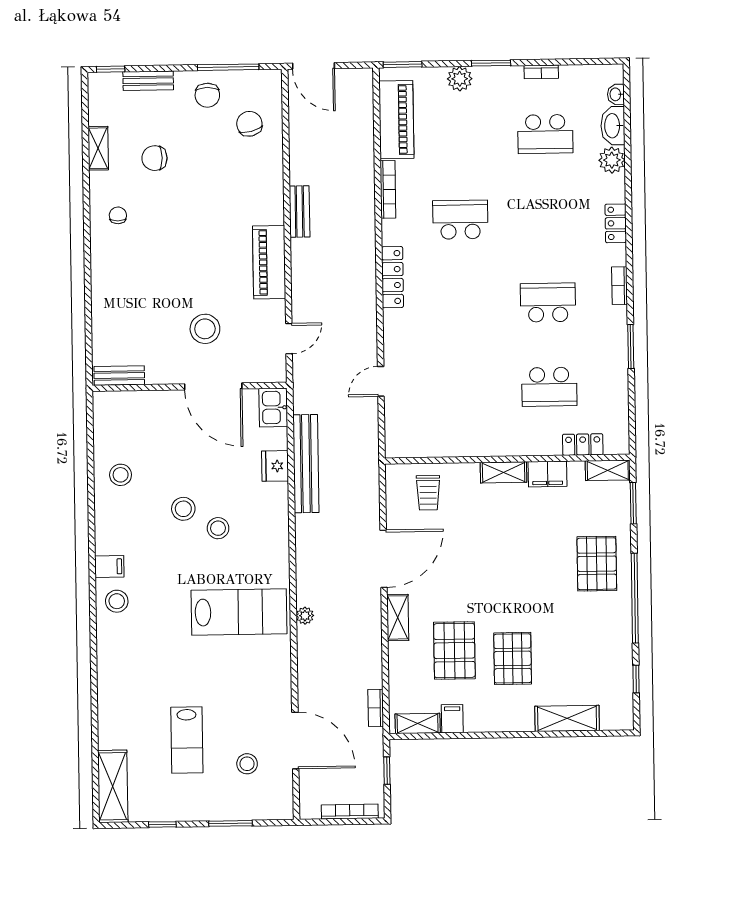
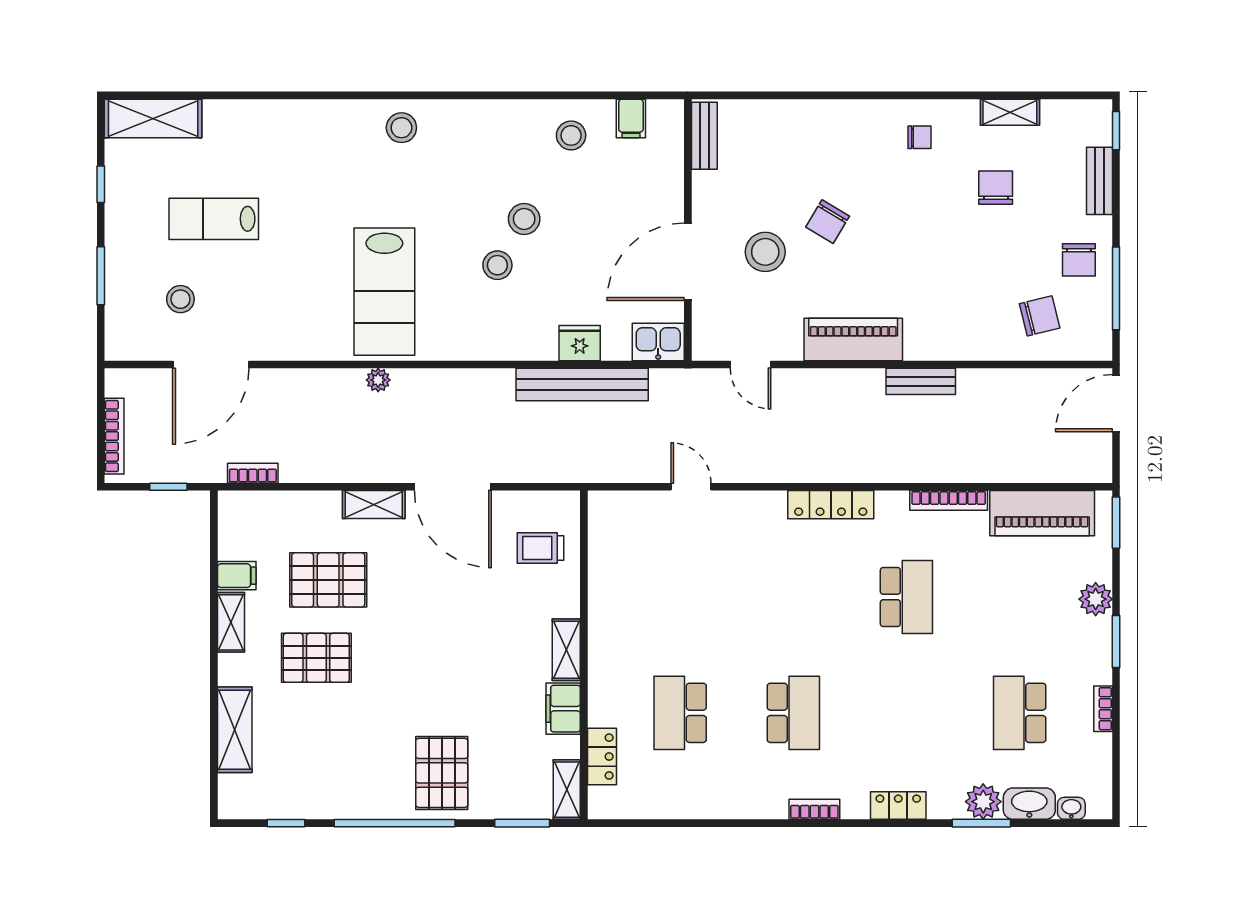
chair: (207, 95) -> (1079, 260), turned -90
chair: (182, 283) -> (828, 222), added
window: (631, 346) -> (981, 823), moved
pallet: (597, 564) -> (442, 773), turned 90
filing cabinet: (109, 567) -> (631, 118), moved
shelving: (418, 723) -> (231, 622), moved

